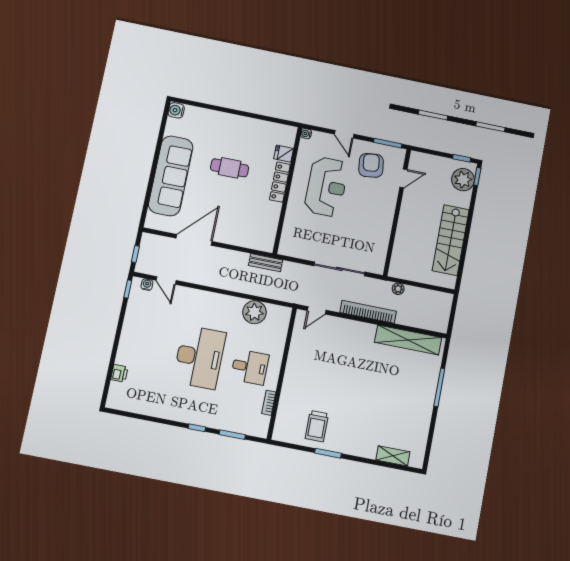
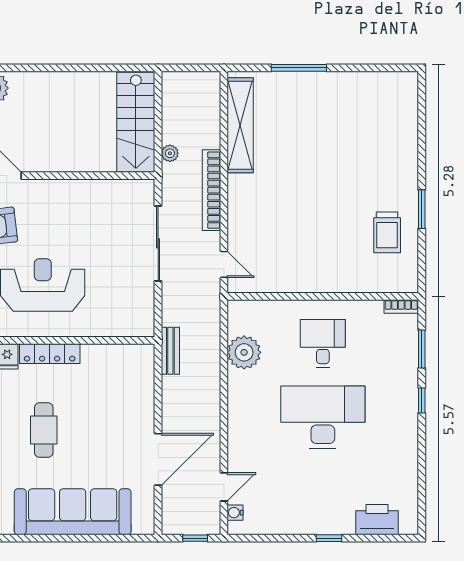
door: (194, 240) -> (158, 459), swing flipped
stairs: (451, 240) -> (136, 122), moved, turned 90
window: (128, 289) -> (329, 538), moved
printer: (119, 373) -> (377, 520), width x1.87, depth x1.48
bookcase: (269, 403) -> (401, 307), moved
trolley: (317, 426) -> (387, 232), turned 90
shelving: (393, 456) -> (408, 116), removed

